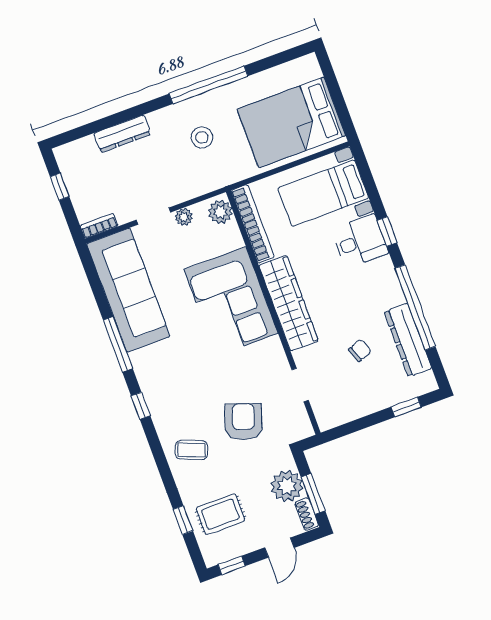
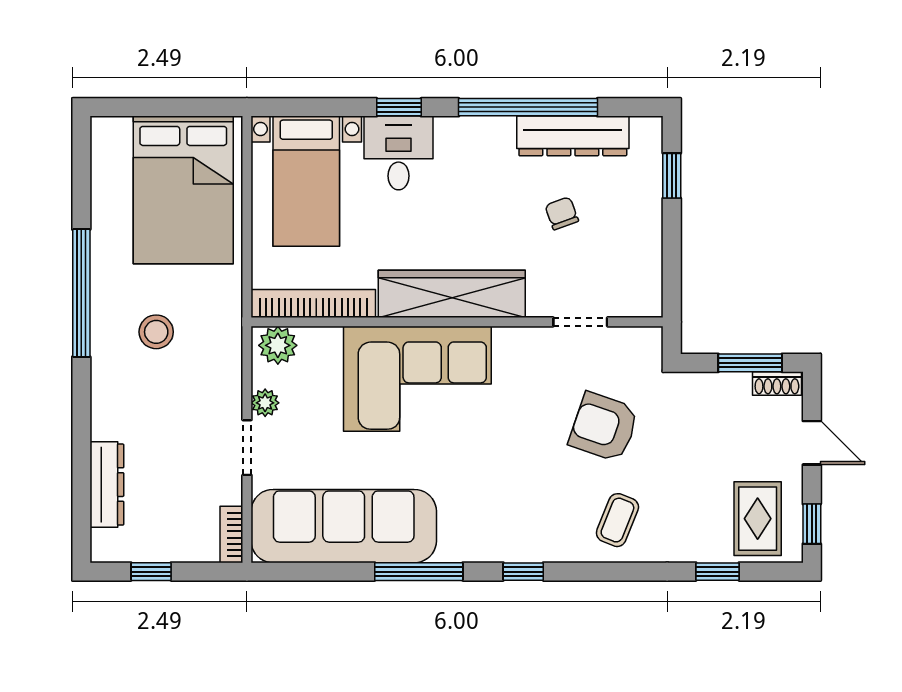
dresser: (122, 134) -> (107, 485), moved
plant: (287, 486) -> (724, 397), removed
rug: (220, 514) -> (758, 519), moved

